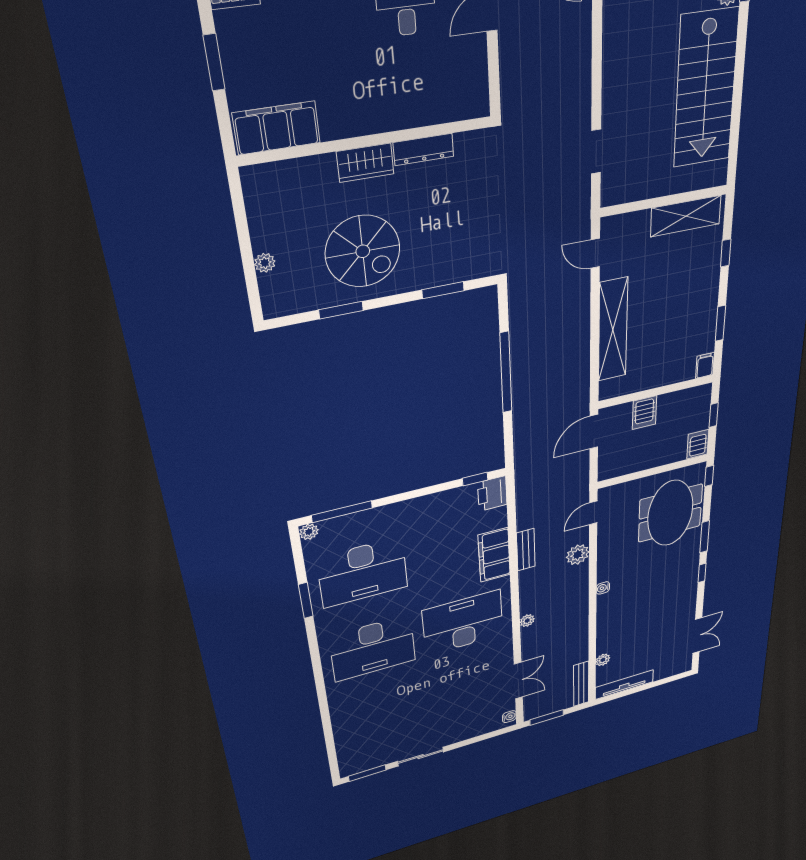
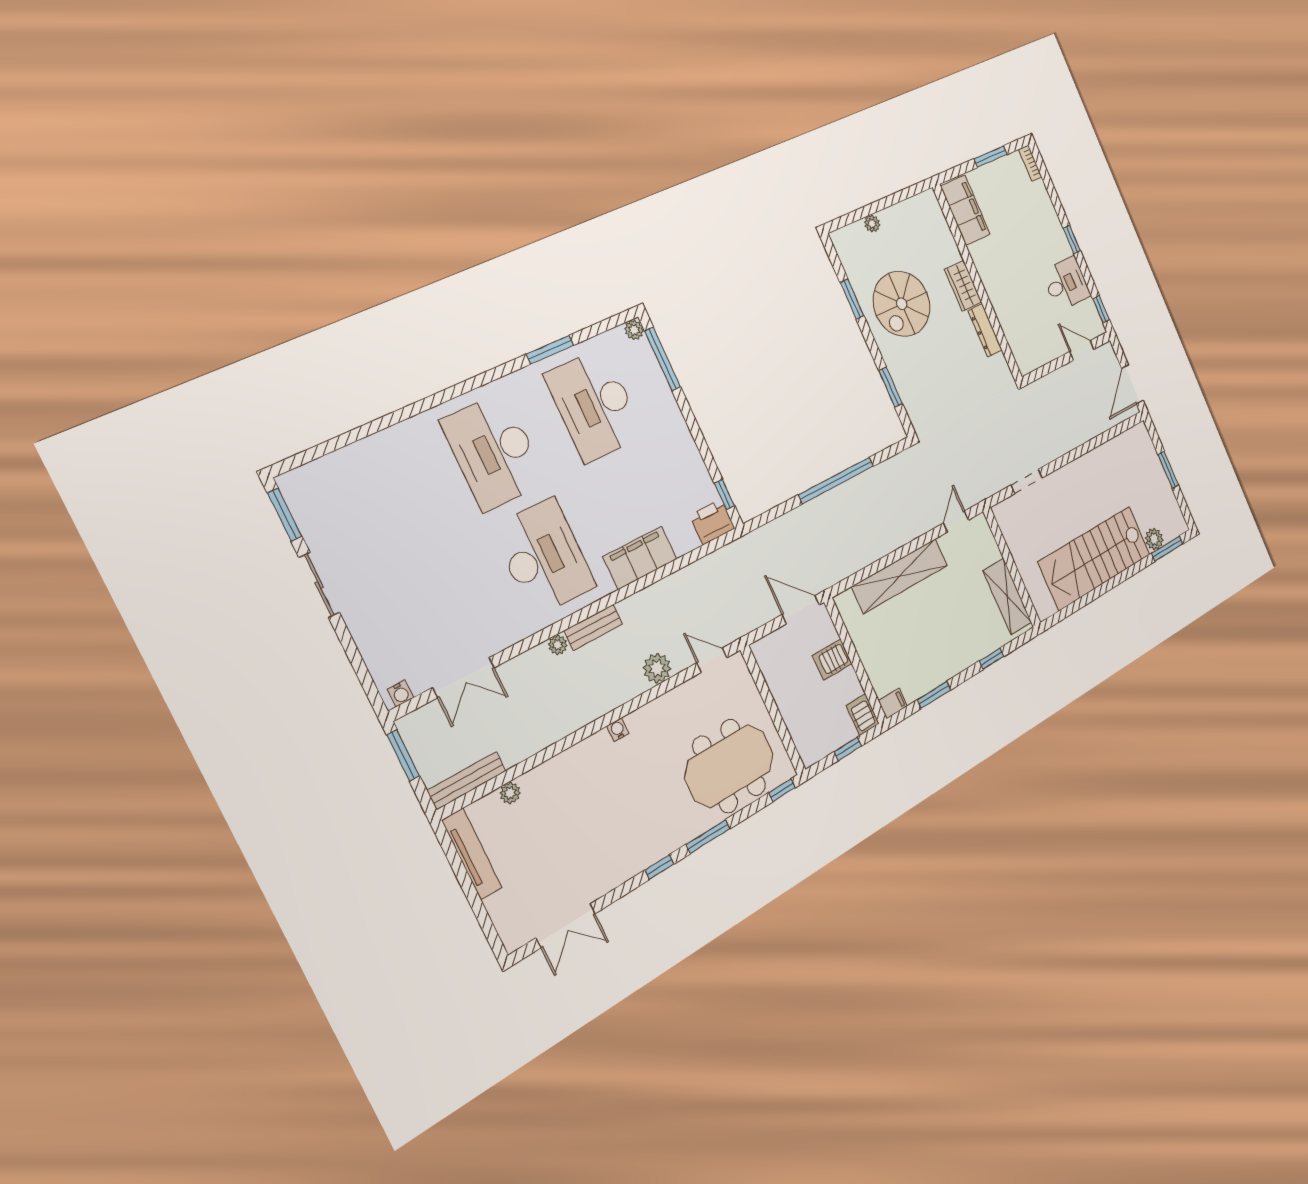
server rack: (698, 444) -> (863, 715), moved, turned -90
bench: (526, 550) -> (593, 627), moved

